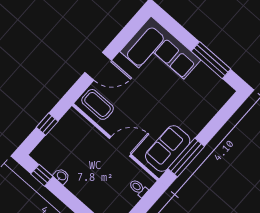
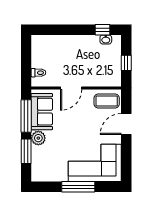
window: (211, 60) -> (78, 187), moved
window: (216, 124) -> (26, 151), added
plant: (193, 126) -> (38, 138), added
washbasin: (61, 176) -> (106, 39), moved

